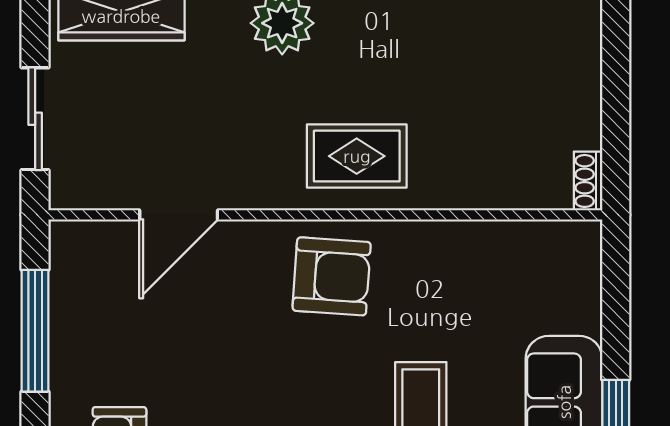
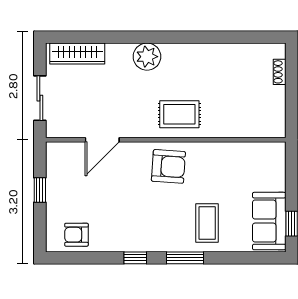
shoe rack: (588, 181) -> (280, 72), moved
window: (35, 331) -> (40, 190), width x0.46

